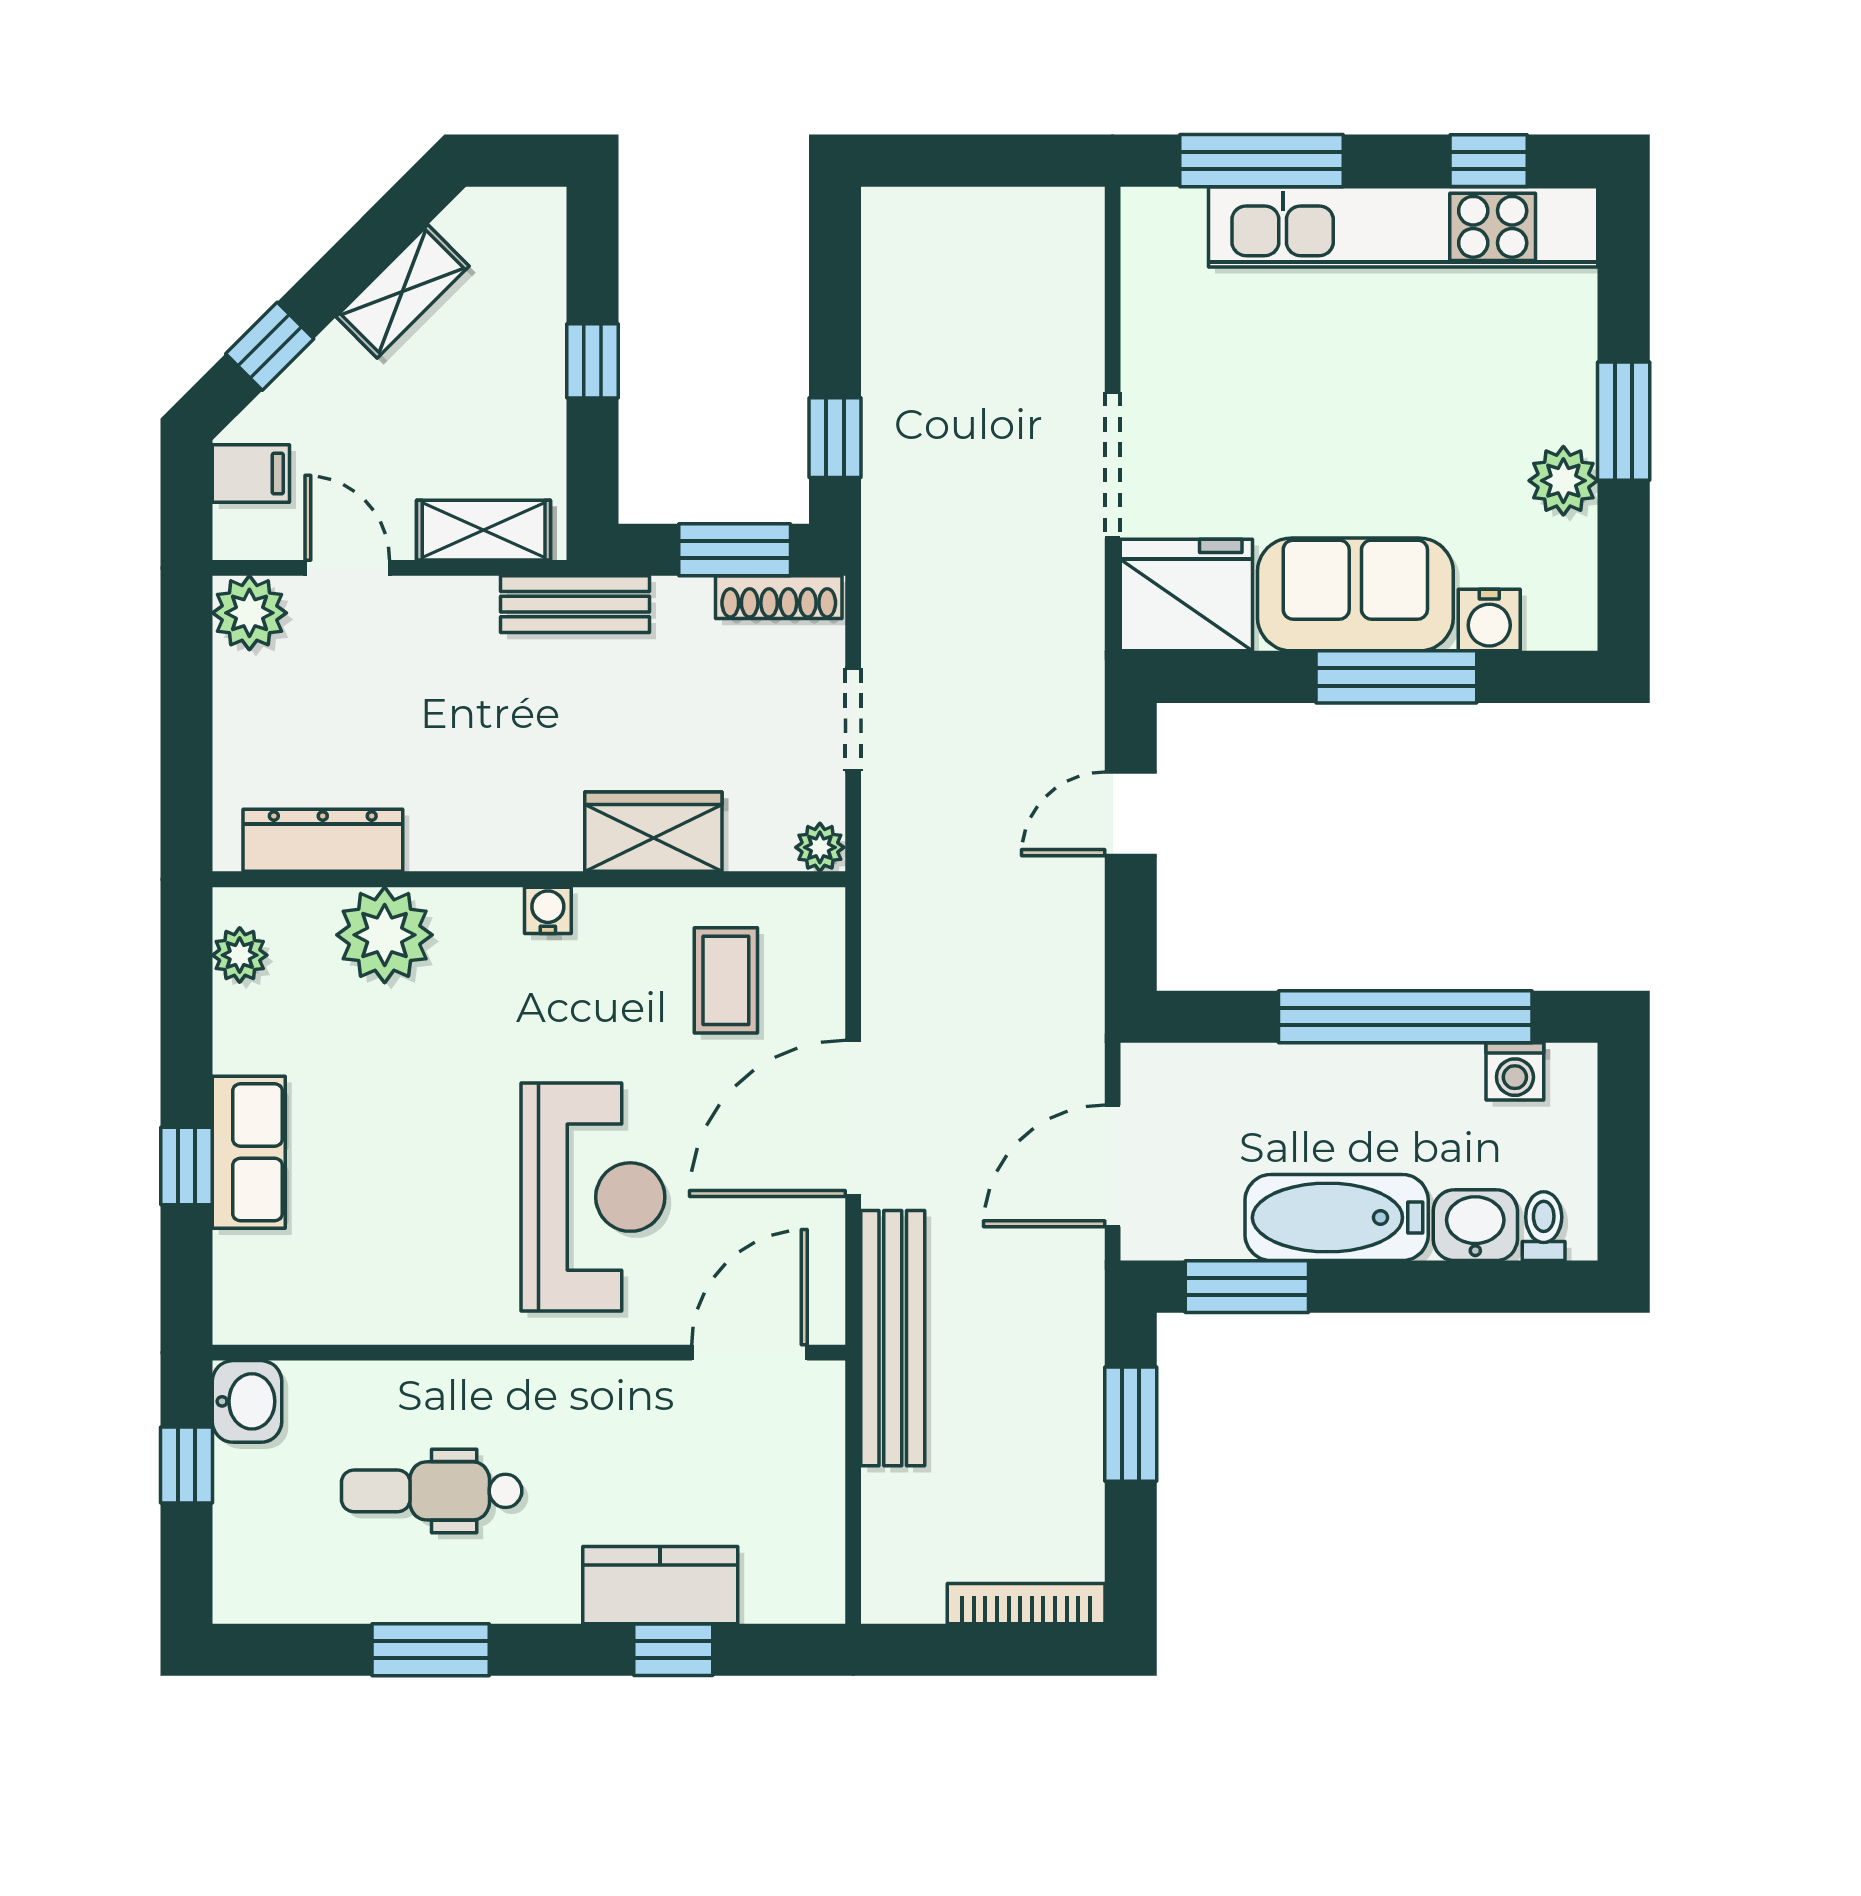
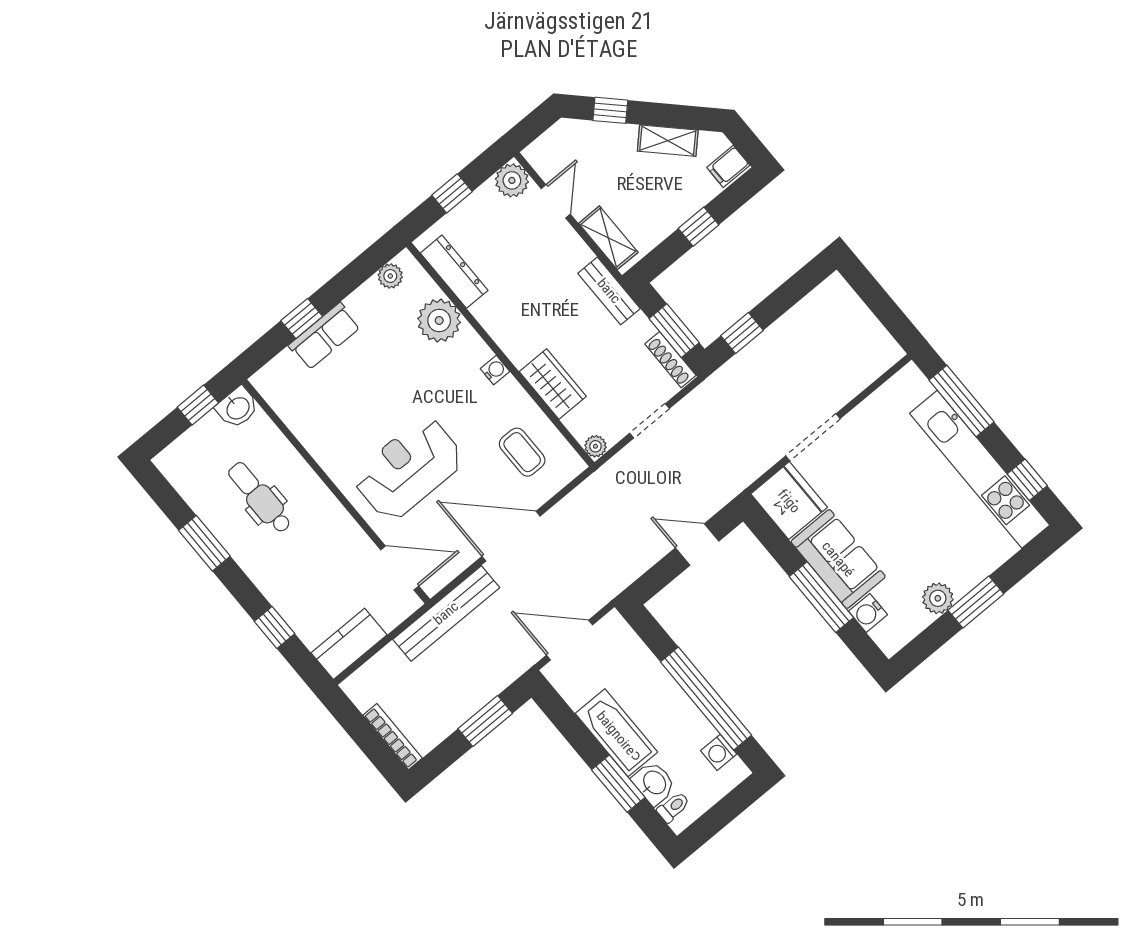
filing cabinet: (251, 474) -> (728, 166), moved, turned 90
window: (186, 733) -> (452, 193), added
coffee table: (726, 980) -> (522, 452), turned 90
reception desk: (593, 1197) -> (408, 469), turned 180
window: (1247, 1287) -> (618, 784), moved
kitchen counter: (660, 1585) -> (349, 644), moved, turned -90

